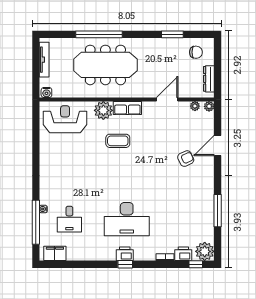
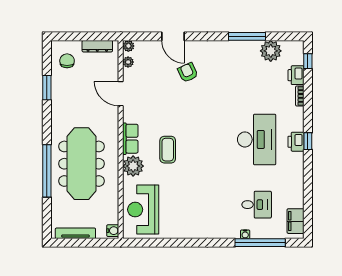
plant: (205, 251) -> (271, 51), moved

